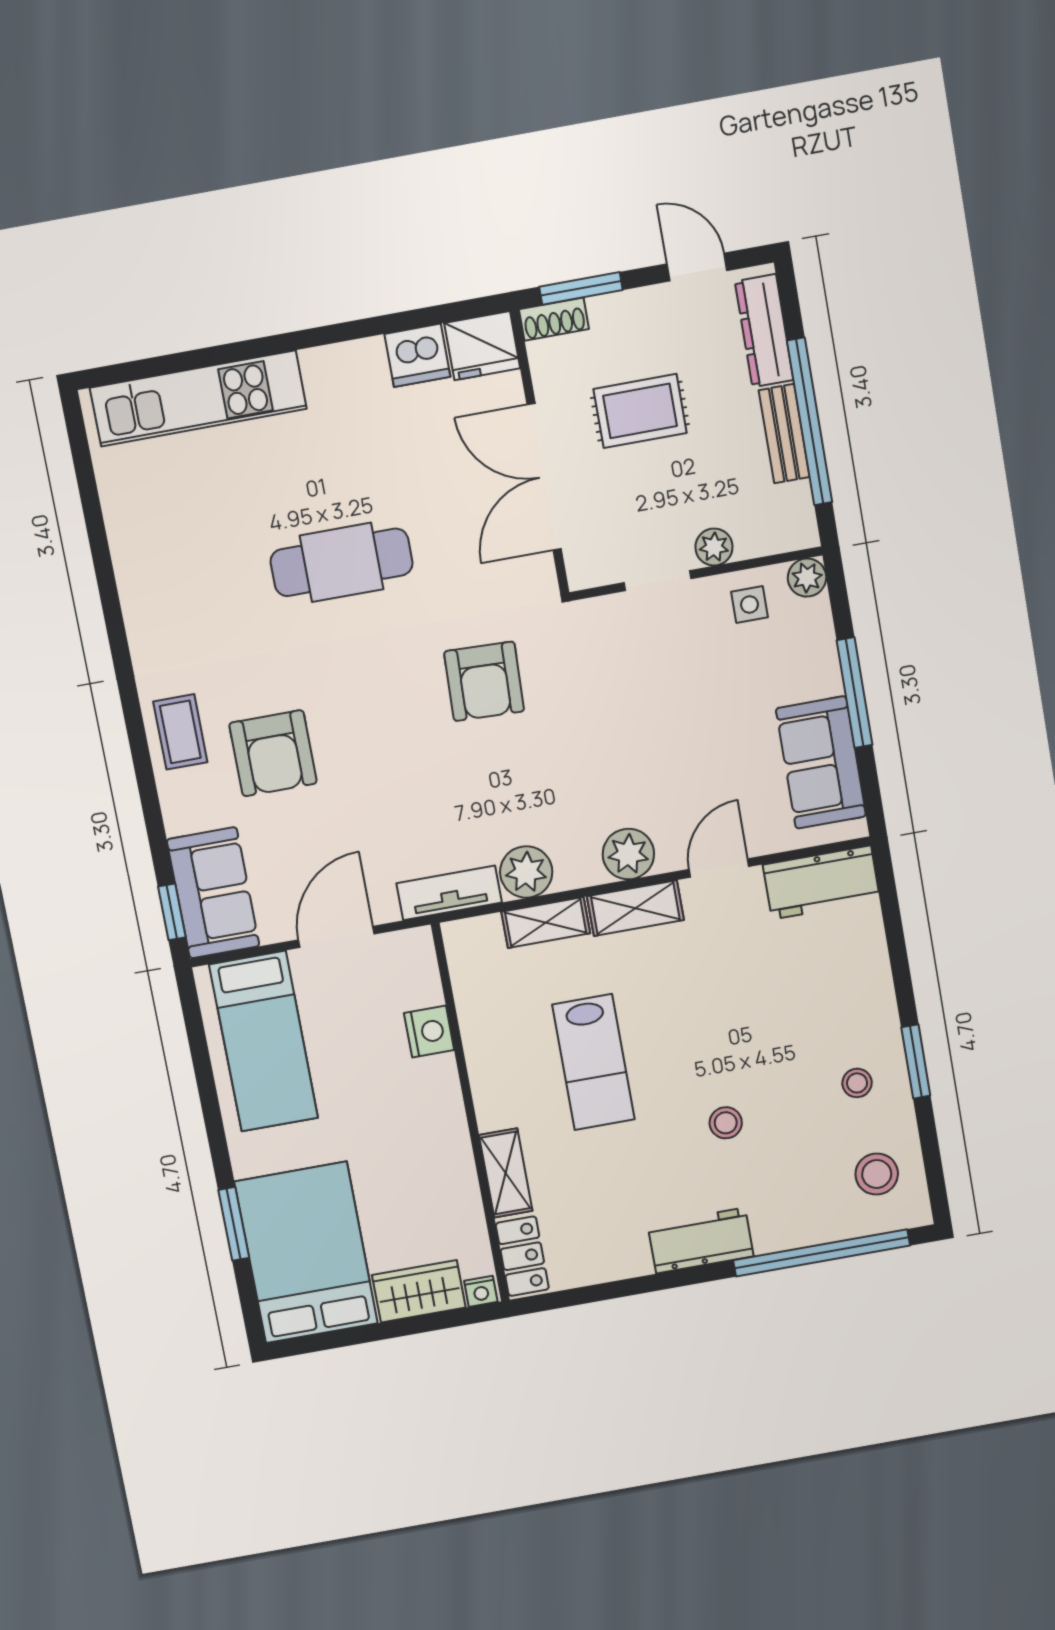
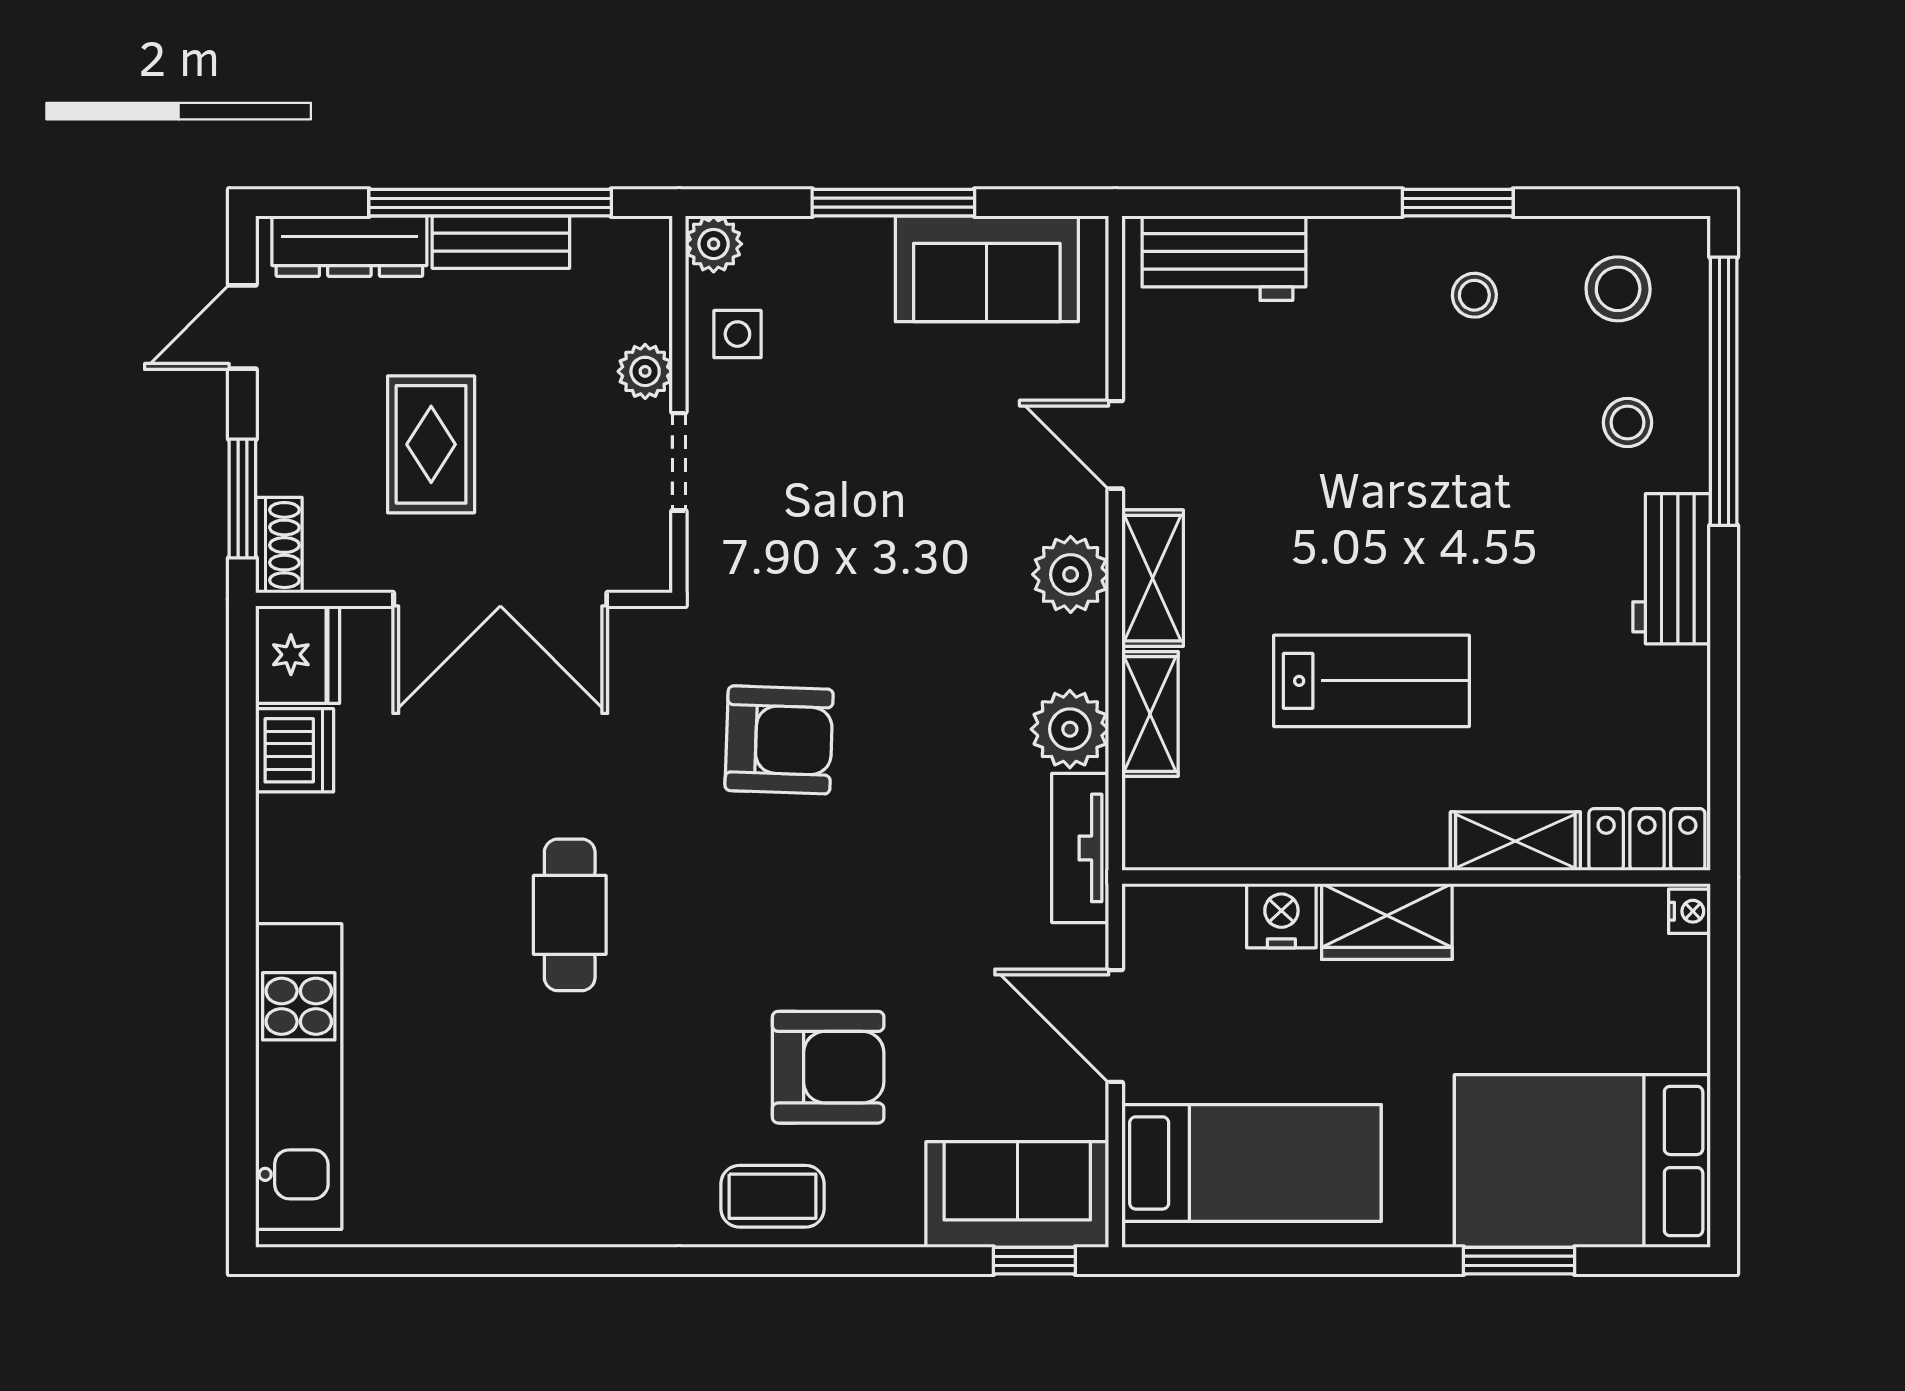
cafe table: (342, 562) -> (570, 915), width x0.73, depth x0.74
workbench: (821, 882) -> (1224, 258), moved, turned 90
stool: (726, 1123) -> (1627, 422), moved
wardrobe: (419, 1291) -> (1387, 922), moved, turned -90

